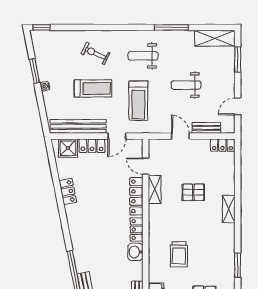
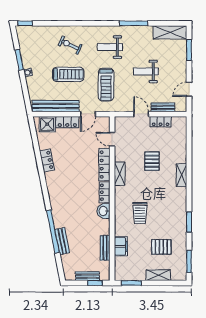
locker: (222, 145) -> (161, 122), moved
shelving: (155, 190) -> (120, 174), moved
pallet: (193, 192) -> (152, 161), turned 90

